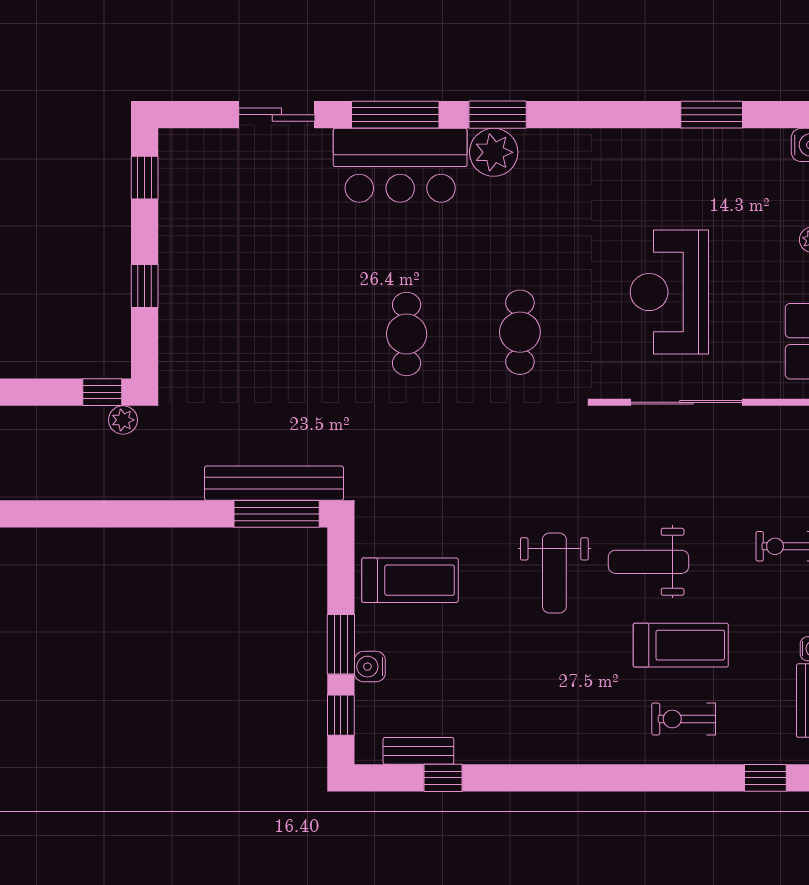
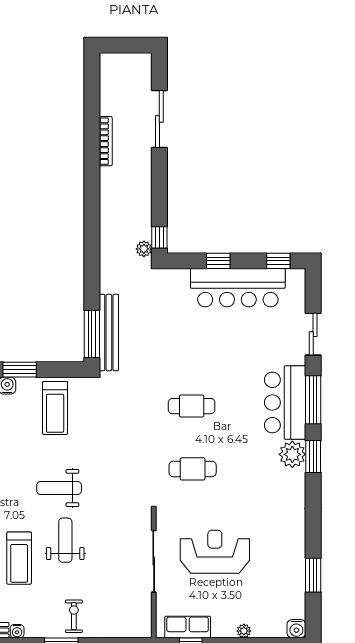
bar counter: (193, 250) -> (238, 288), added

